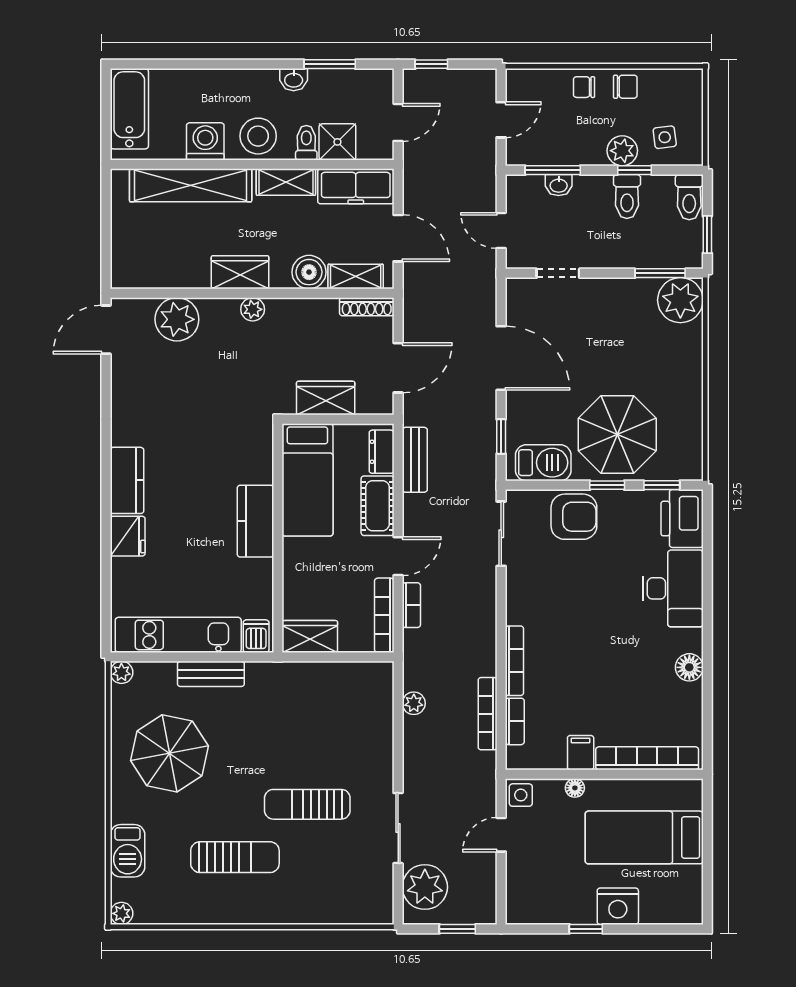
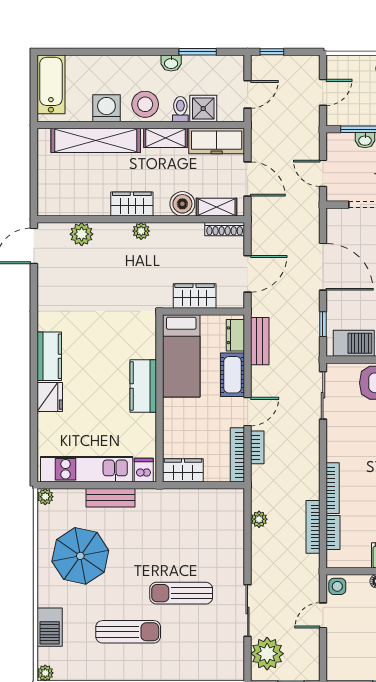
plant: (177, 319) -> (82, 234), width x0.73, depth x0.73

